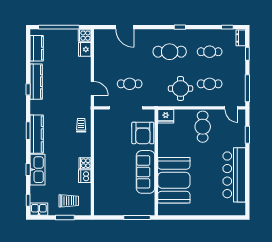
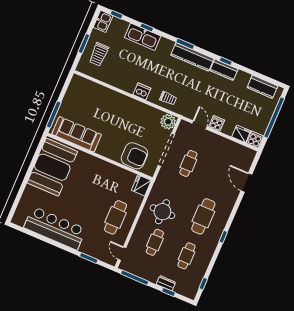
door: (125, 27) -> (246, 183), hinge flipped
dresser: (241, 38) -> (166, 283), moved
kitchen counter: (36, 82) -> (224, 70), width x0.67
door: (92, 88) -> (199, 125), swing flipped
door: (231, 108) -> (122, 254), hinge flipped
plant: (101, 117) -> (168, 122), added
cafe table: (203, 127) -> (116, 217), turned 90
armchair: (143, 133) -> (134, 156), turned 180
kitchen counter: (37, 134) -> (192, 57), moved
cooker: (85, 163) -> (217, 123), moved
sofa: (146, 172) -> (77, 134), moved
dishwasher: (85, 176) -> (142, 91), moved
booth: (174, 180) -> (52, 167), moved, turned 90

